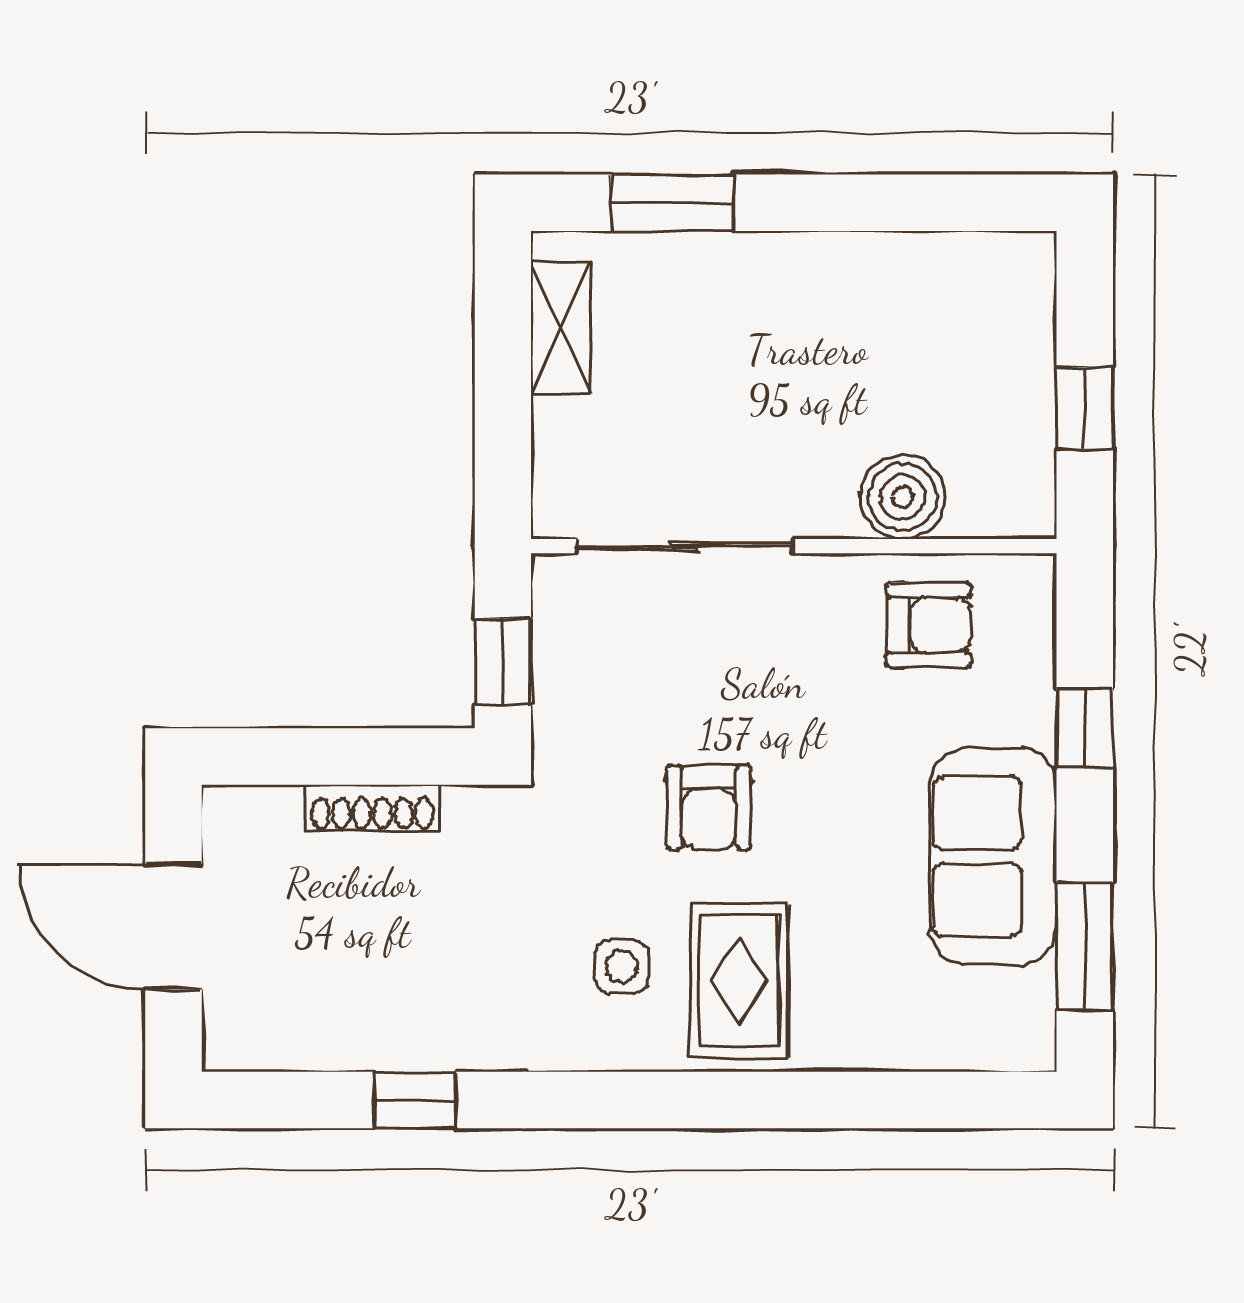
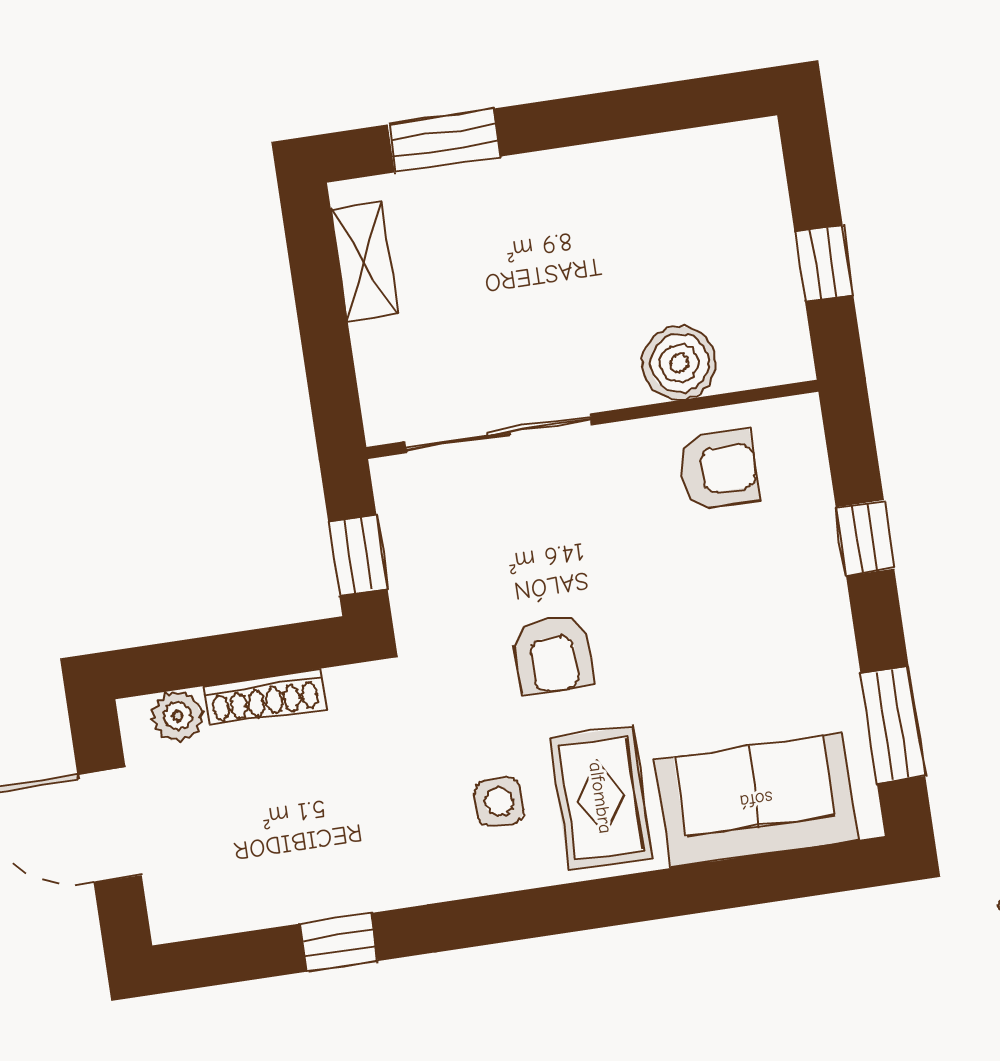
plant: (270, 814) -> (177, 716), added
sofa: (994, 856) -> (756, 800), moved, turned 90

